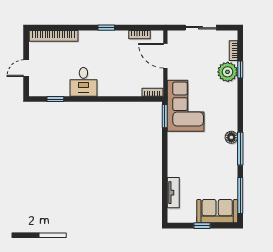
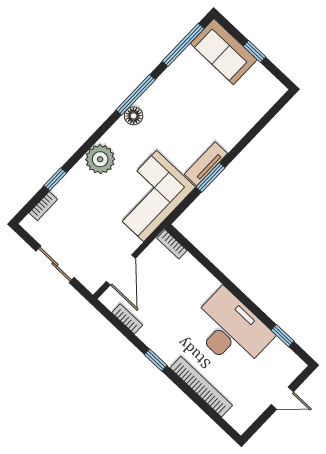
bookcase: (54, 36) -> (201, 387), moved
plant: (228, 72) -> (100, 159), moved
desk: (83, 82) -> (231, 330), width x1.87, depth x1.30
window: (165, 116) -> (210, 177), moved
tv unit: (173, 193) -> (206, 164), moved

